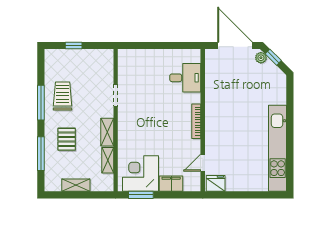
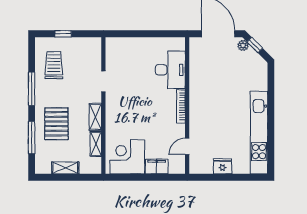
desk: (185, 78) -> (170, 70), width x1.37
trolley: (63, 96) -> (54, 65), moved
pallet: (67, 139) -> (56, 124), width x1.50, depth x1.42
fridge: (216, 183) -> (223, 166), moved
window: (141, 195) -> (128, 177), removed

